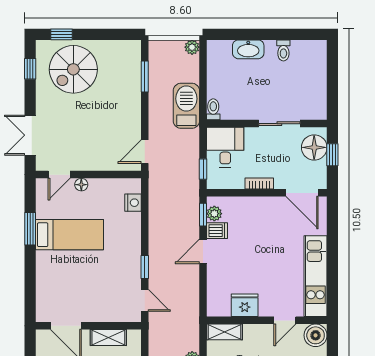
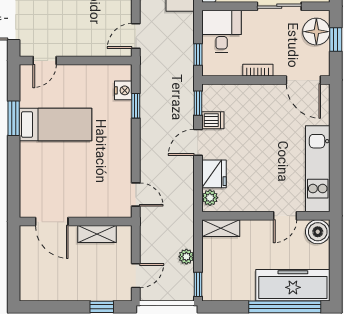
floor lamp: (81, 185) -> (68, 71), removed
plant: (214, 214) -> (210, 198), moved
window: (145, 267) -> (136, 106), moved
fridge: (245, 305) -> (214, 174), moved, turned 90

